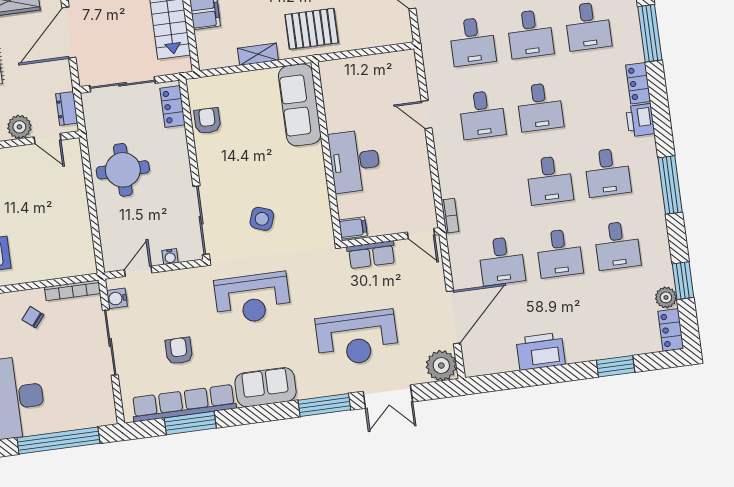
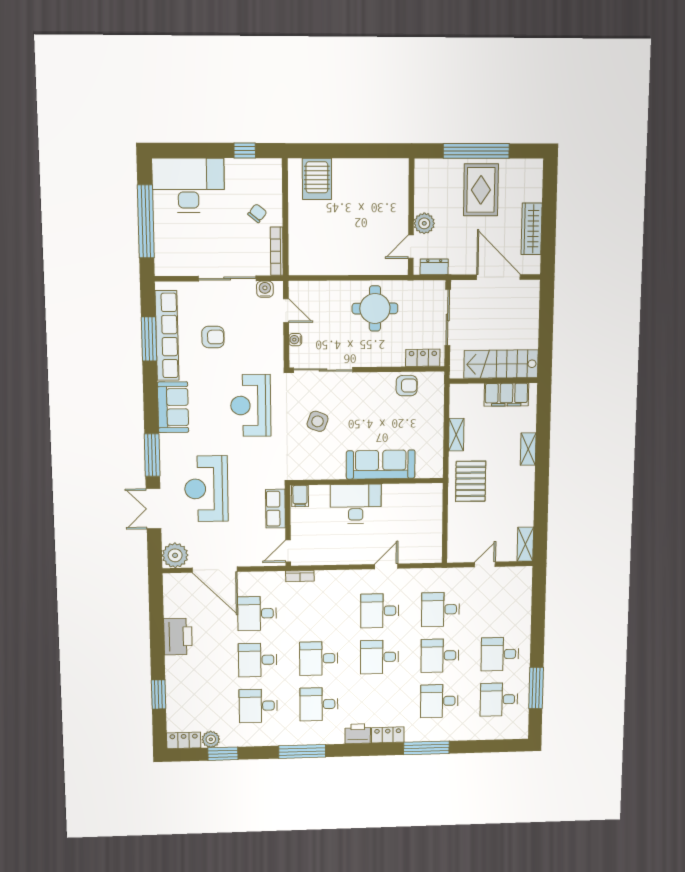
sofa: (300, 105) -> (381, 465), moved

